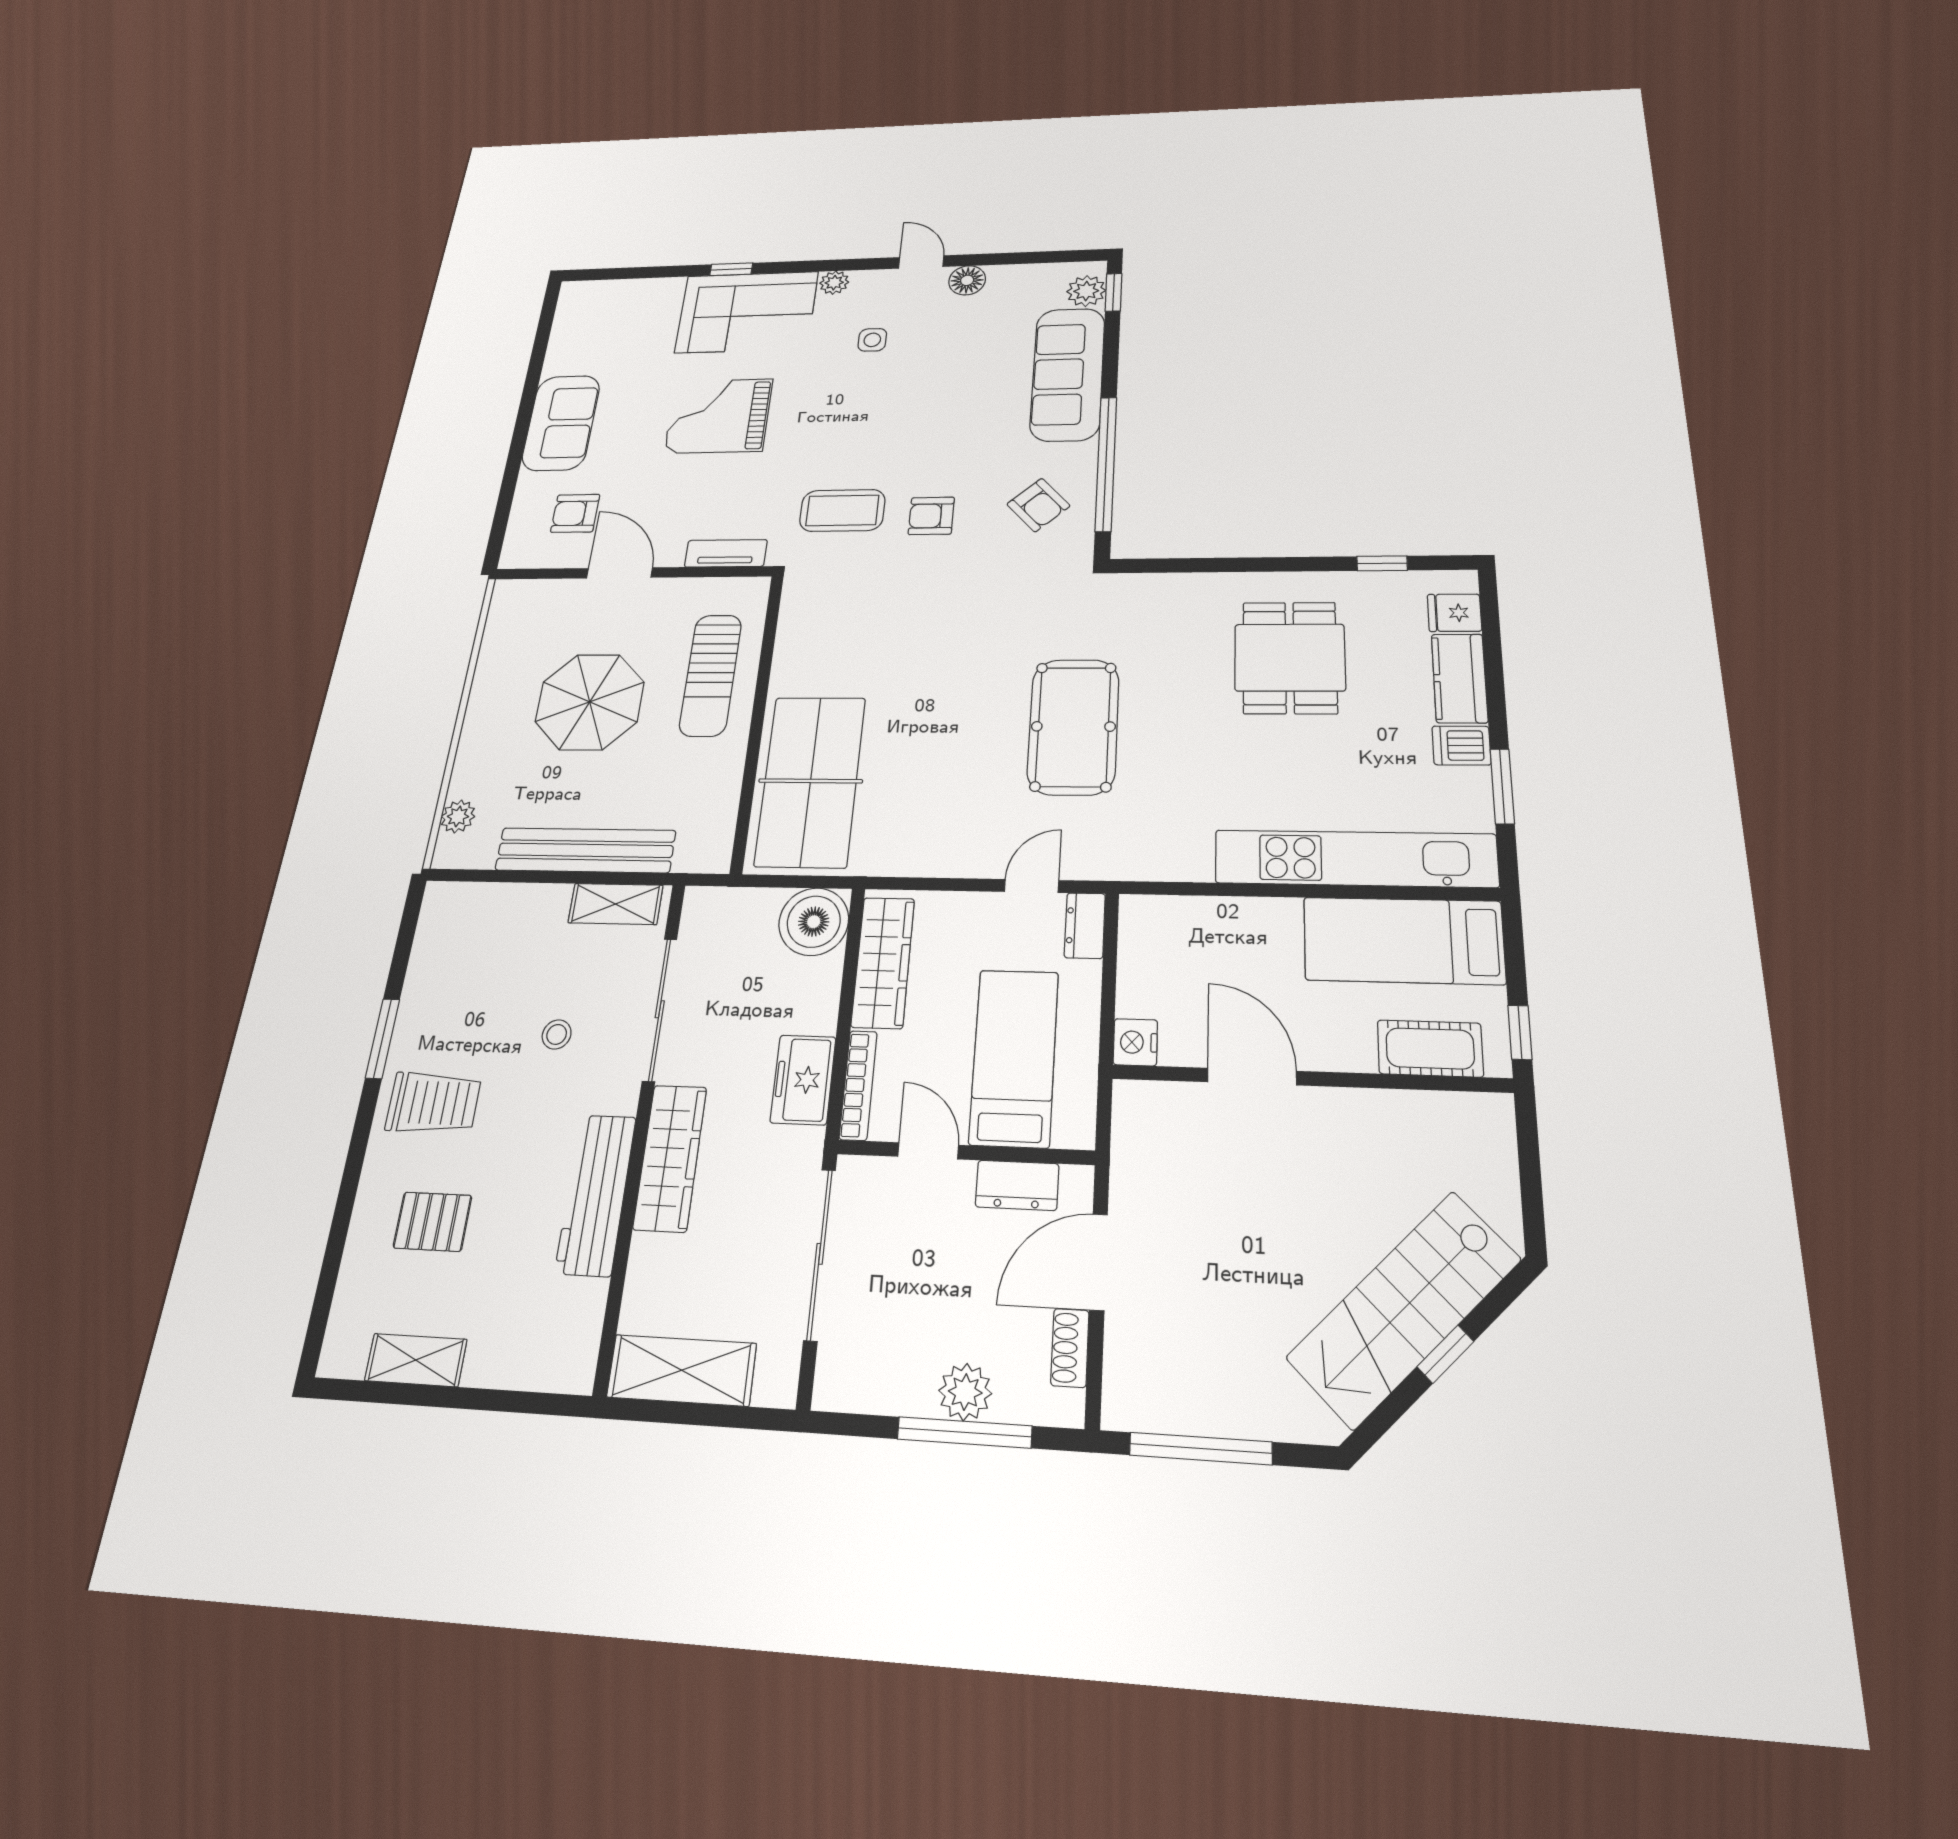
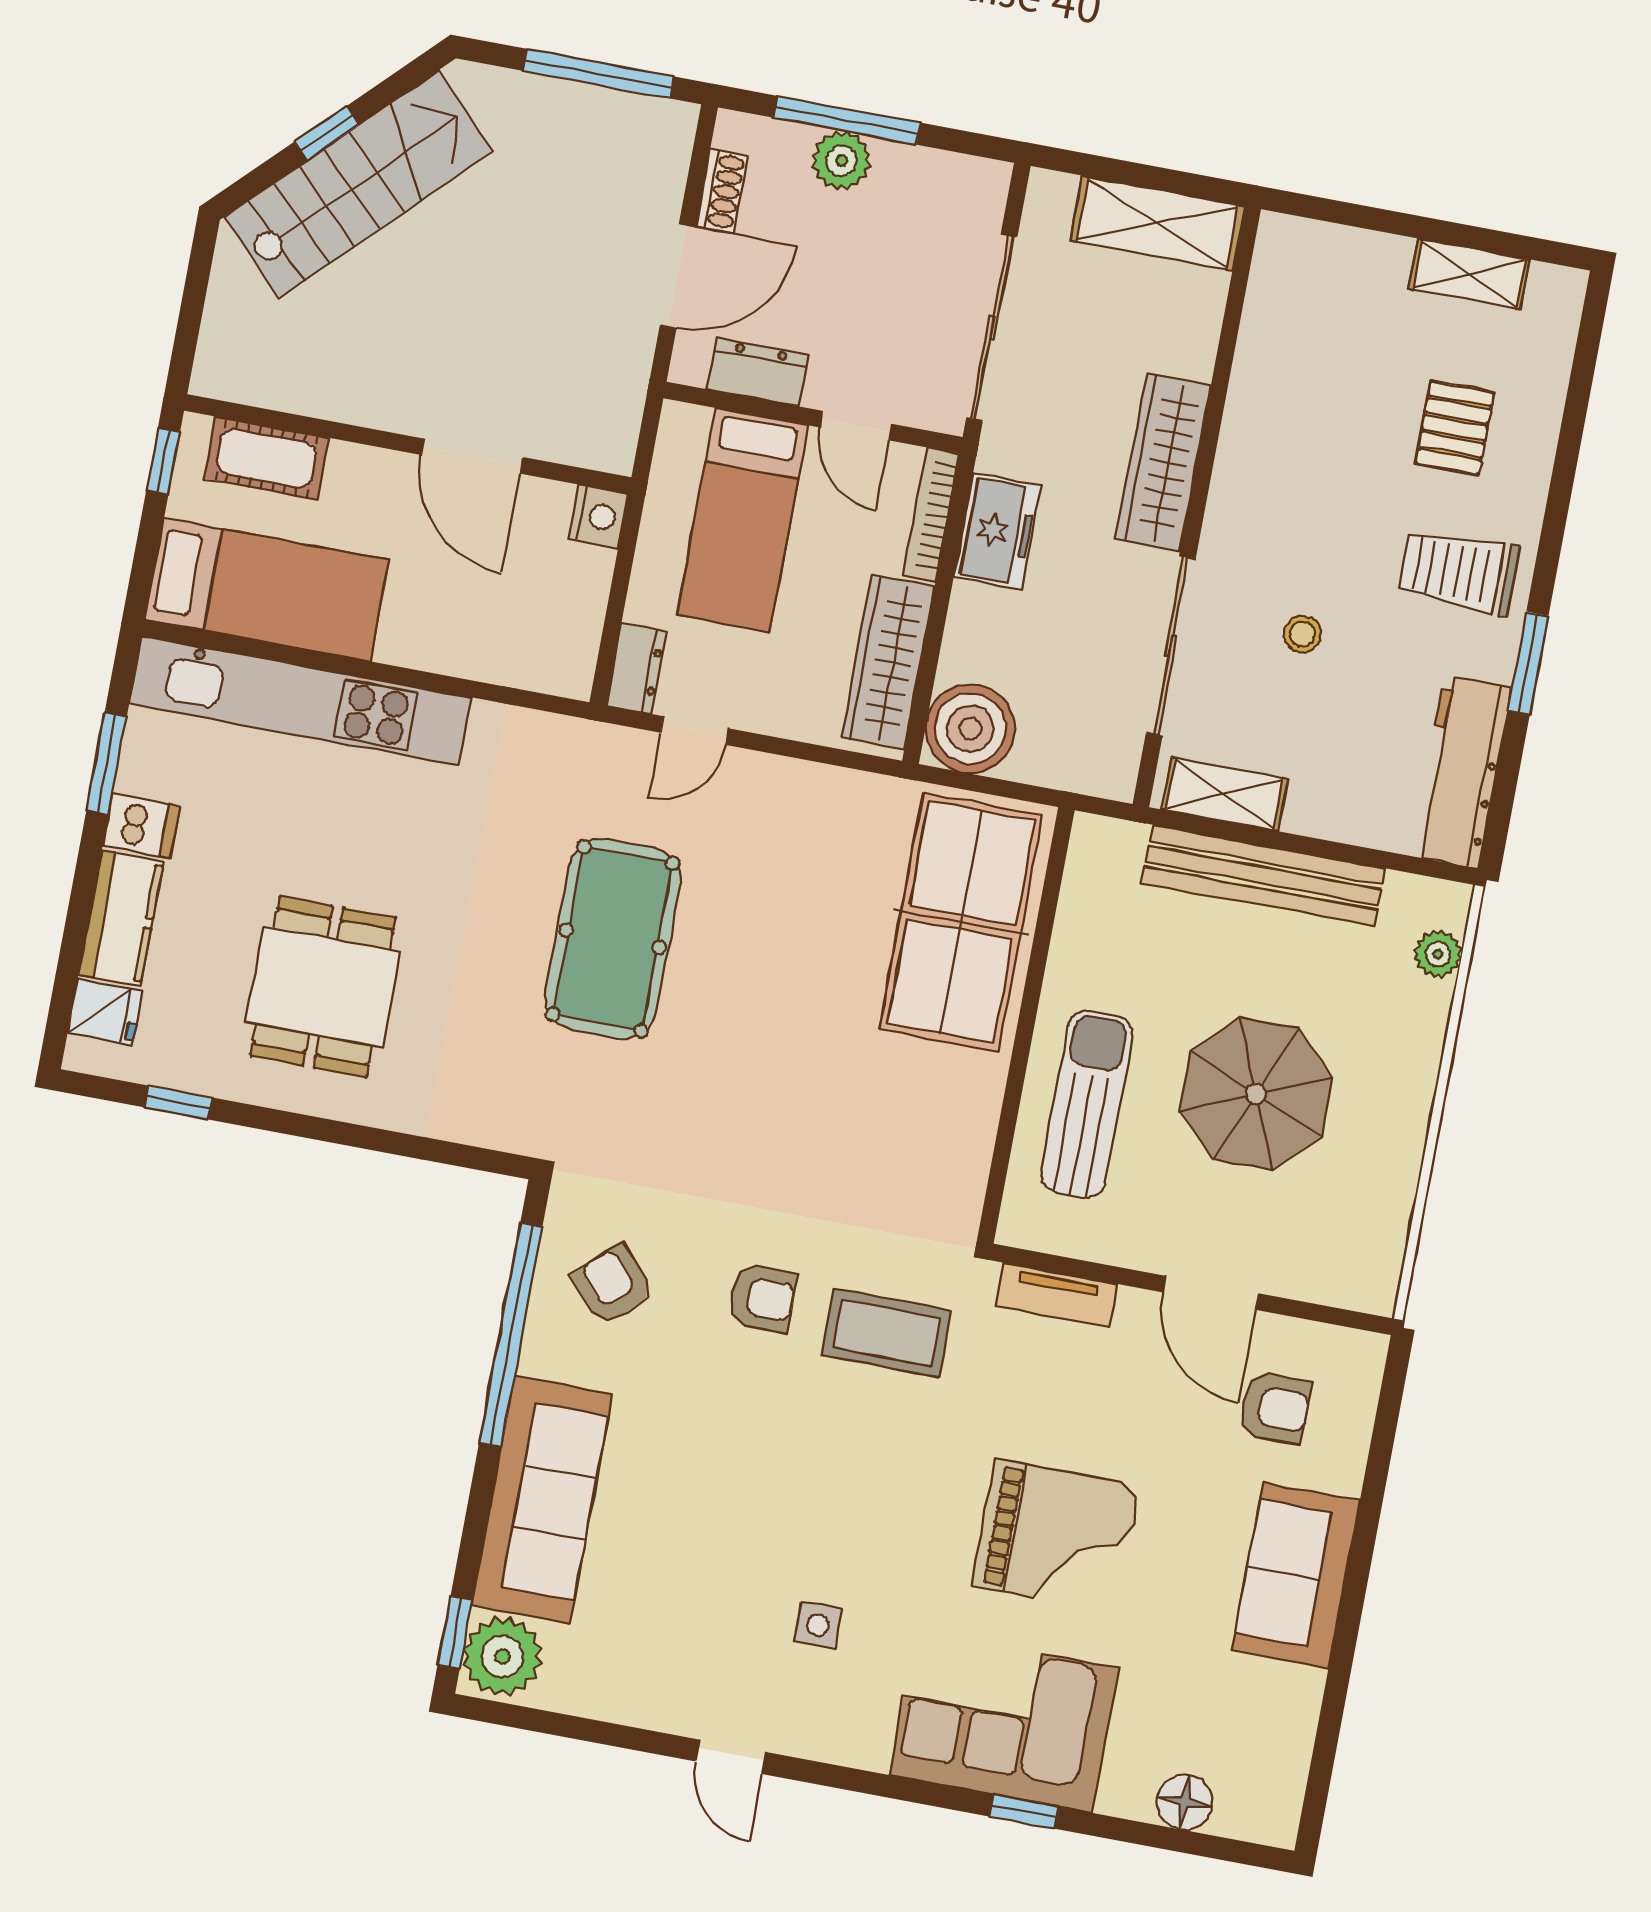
floor lamp: (967, 280) -> (1185, 1802), moved
plant: (834, 283) -> (866, 1748), removed
plant: (1086, 291) -> (502, 1656), width x1.36, depth x1.36
workbench: (596, 1194) -> (1461, 772), moved, turned 180
pallet: (433, 1222) -> (1455, 428), turned 90

